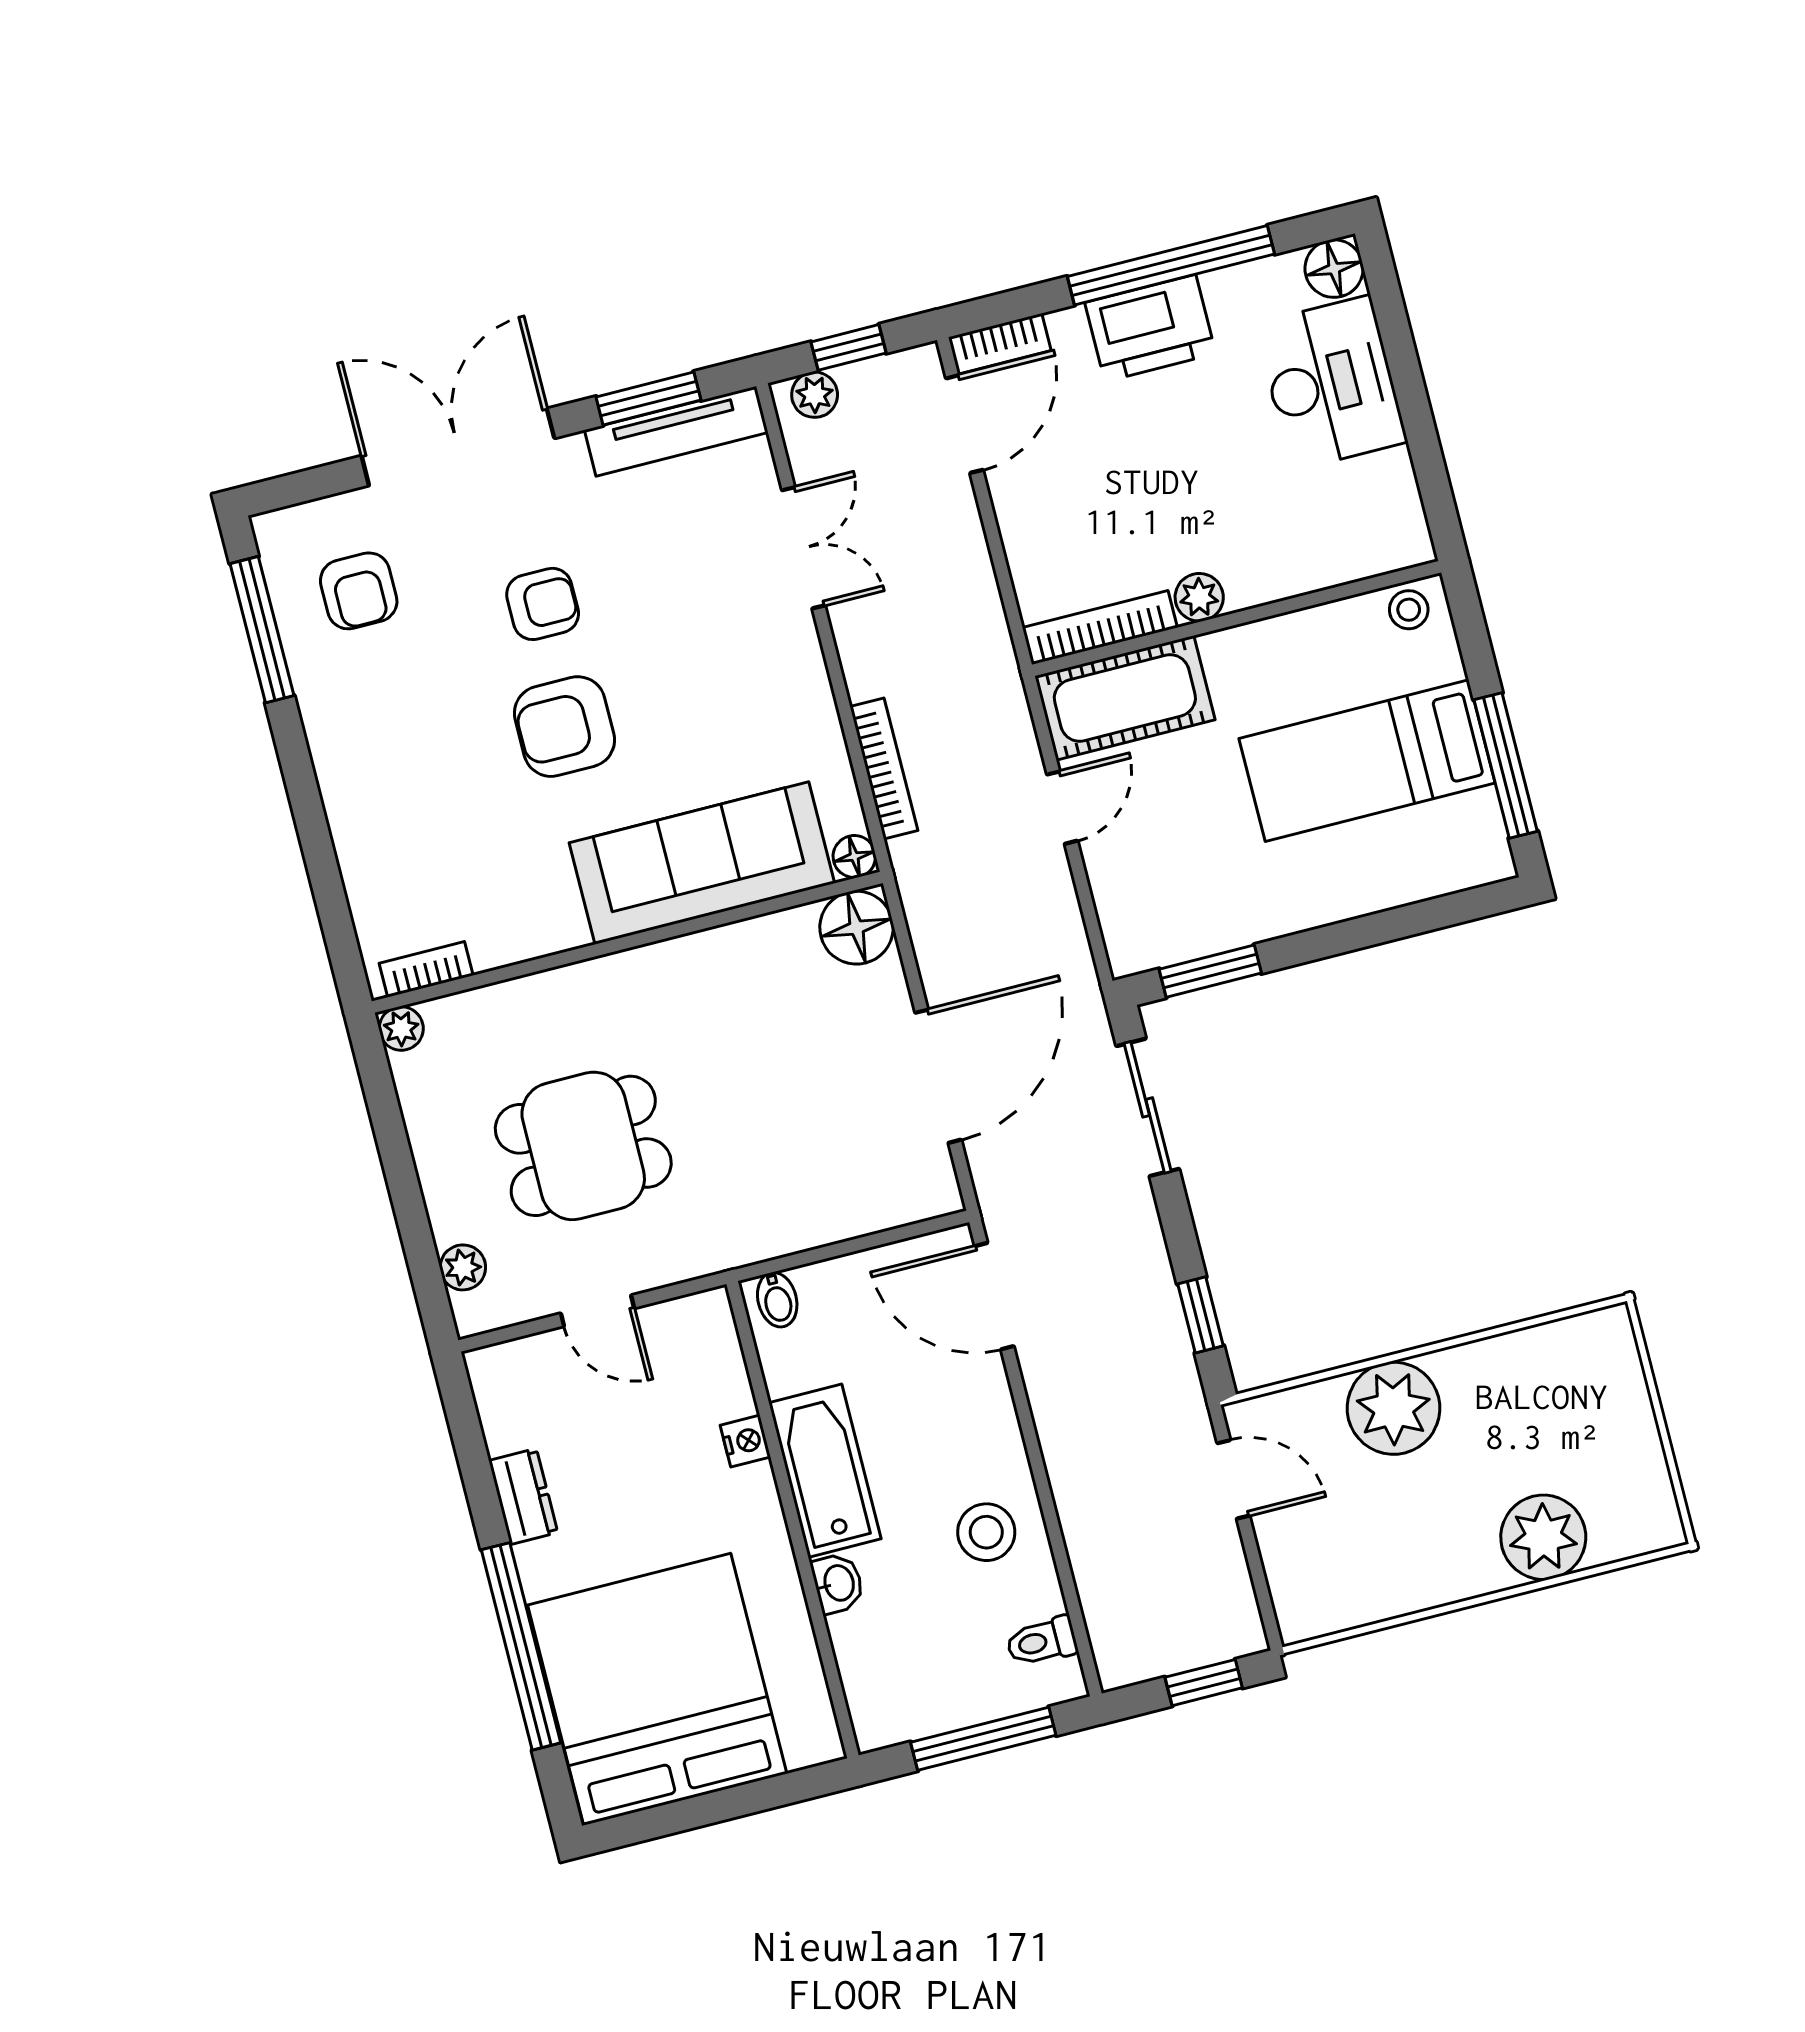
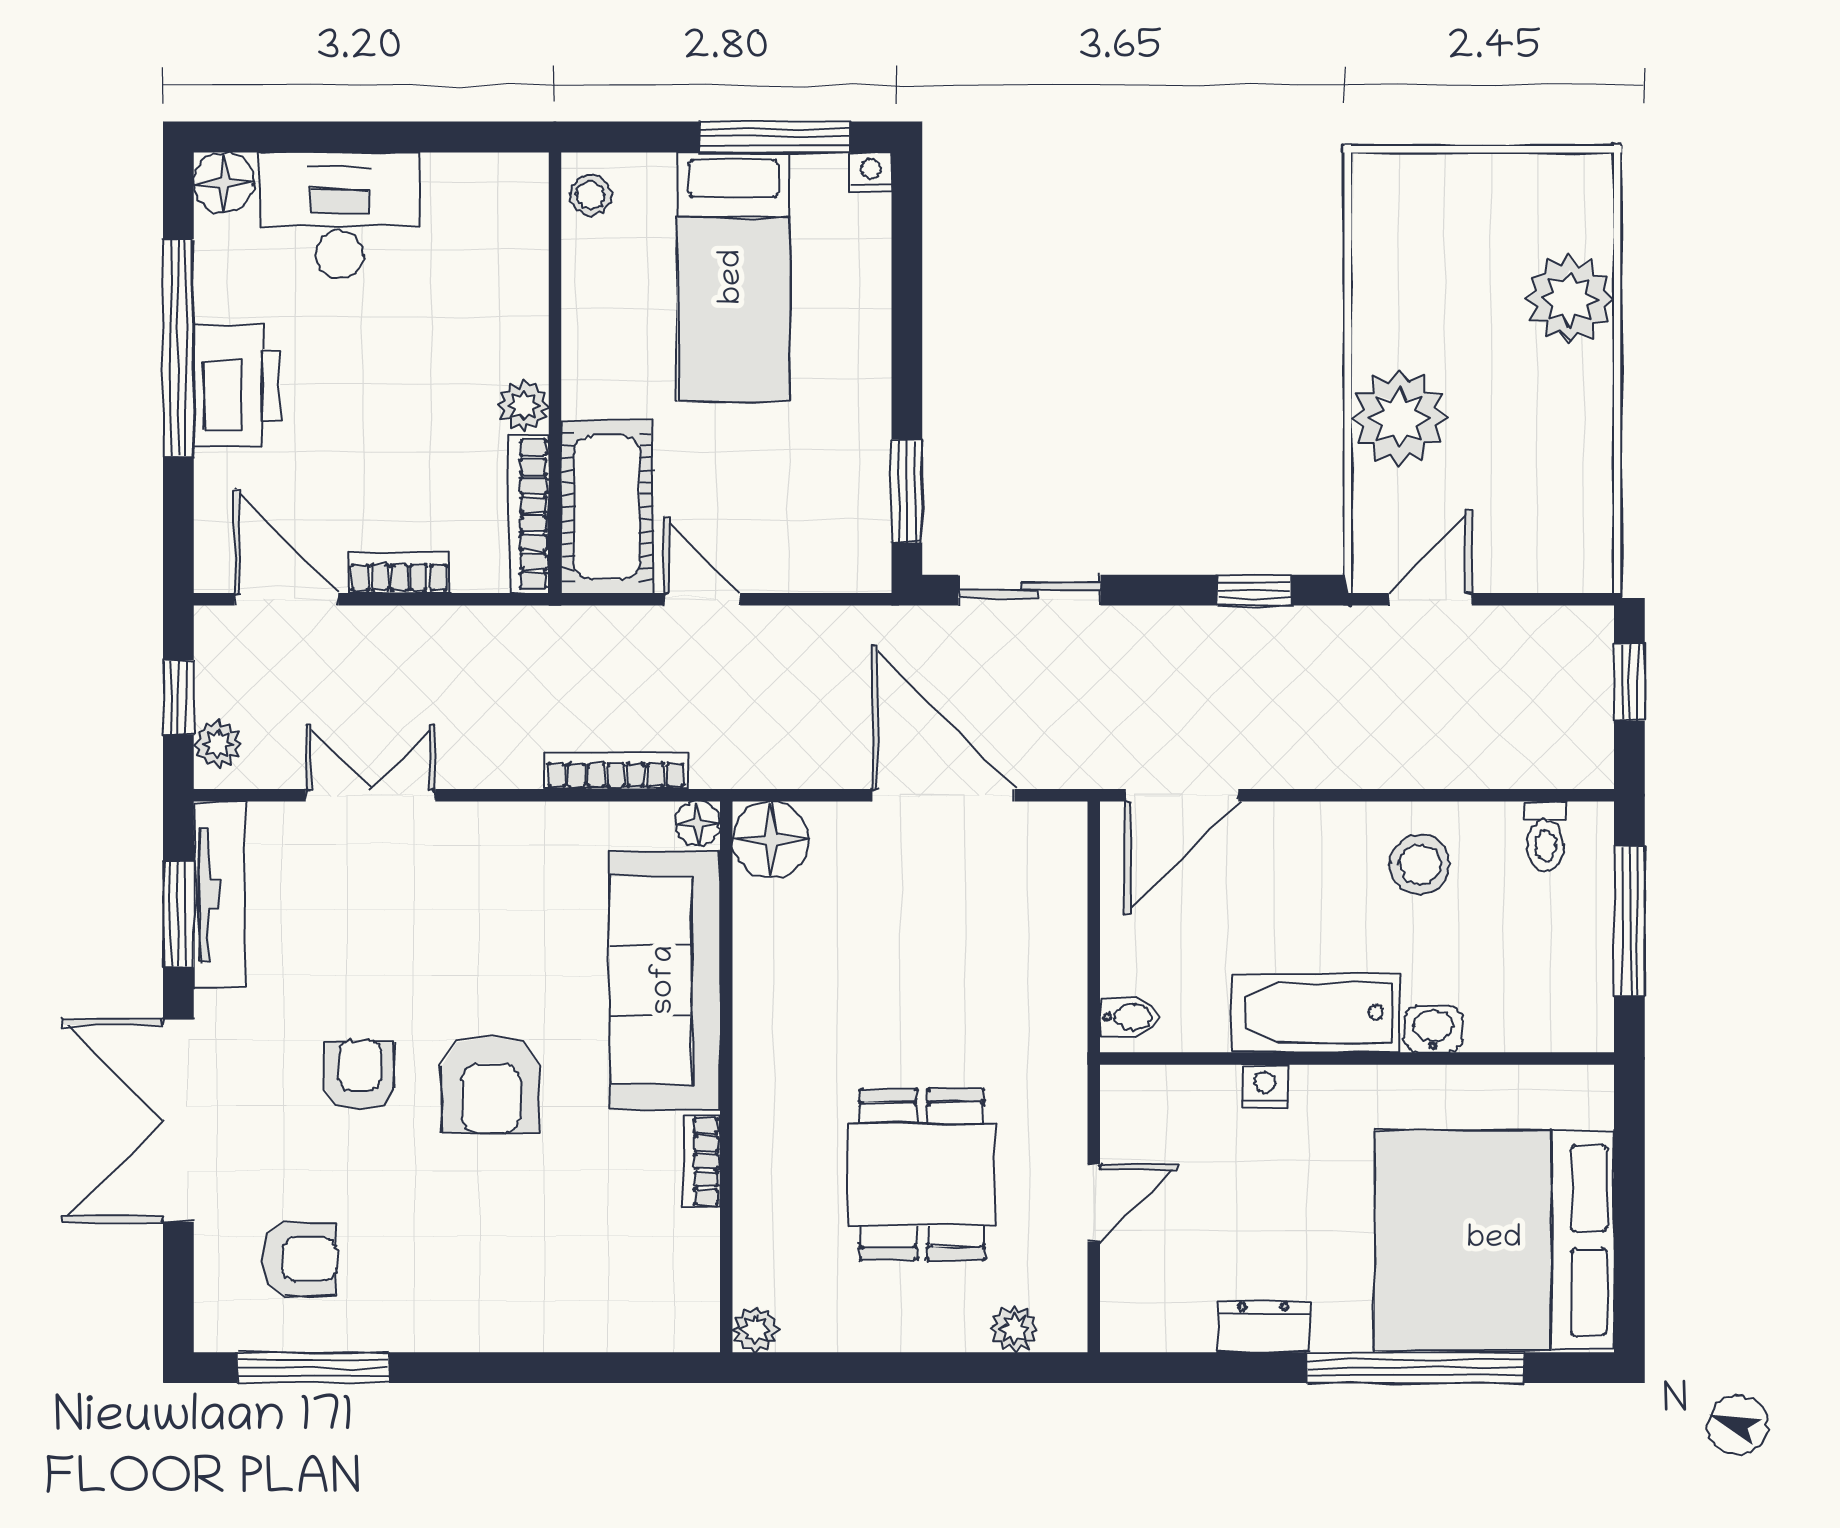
bookcase: (1000, 344) -> (399, 573), moved, turned -90
nightstand: (1496, 863) -> (871, 172), added
bookcase: (426, 969) -> (702, 1161), moved

